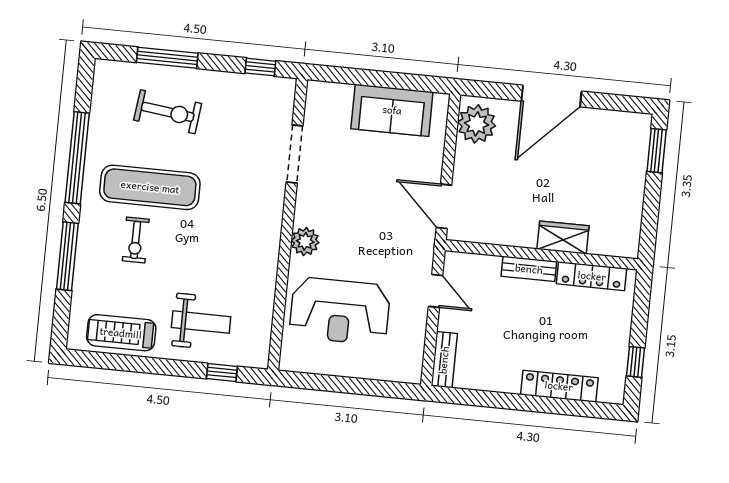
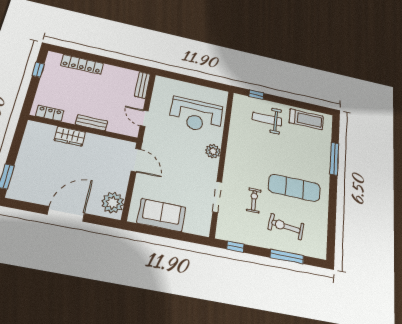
window: (77, 158) -> (332, 207), removed
exercise bike: (136, 240) -> (254, 200), moved
locker: (592, 276) -> (50, 113), width x0.66
reception desk: (340, 311) -> (196, 115), turned 180

